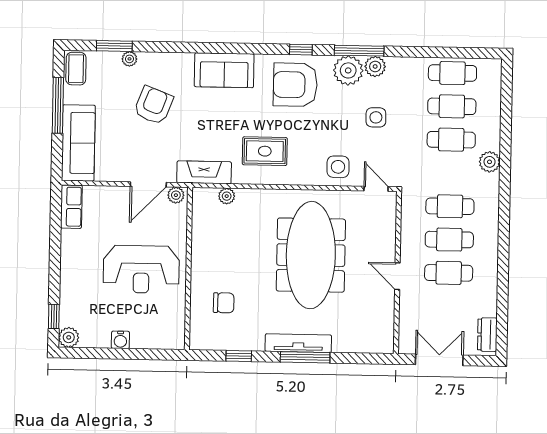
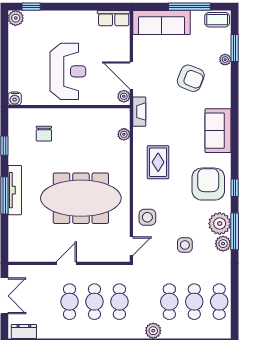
fireplace: (204, 172) -> (139, 112), width x0.73, depth x0.76
reception desk: (141, 269) -> (68, 71), turned 180
water cooler: (120, 340) -> (15, 99), moved, turned -90

